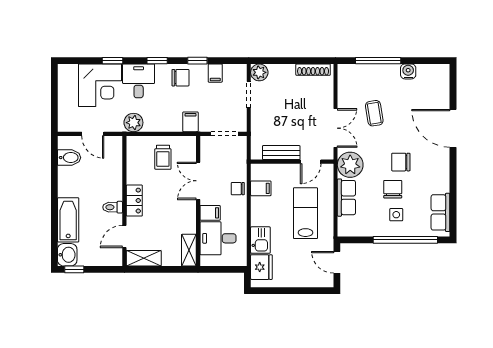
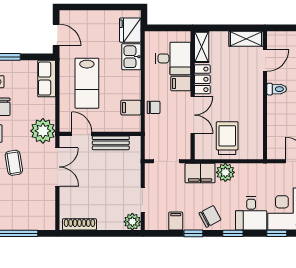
chair: (180, 78) -> (210, 216), turned 152
coffee table: (374, 113) -> (14, 163), moved
filing cabinet: (190, 122) -> (200, 173), width x2.00
plant: (133, 123) -> (225, 172), moved
double door: (335, 128) -> (57, 167), swing flipped
trolley: (163, 157) -> (227, 138), width x1.36, depth x1.39
door: (311, 162) -> (82, 134), hinge flipped
row of seats: (346, 198) -> (47, 79), moved
locker: (134, 201) -> (202, 79), moved, turned 180

